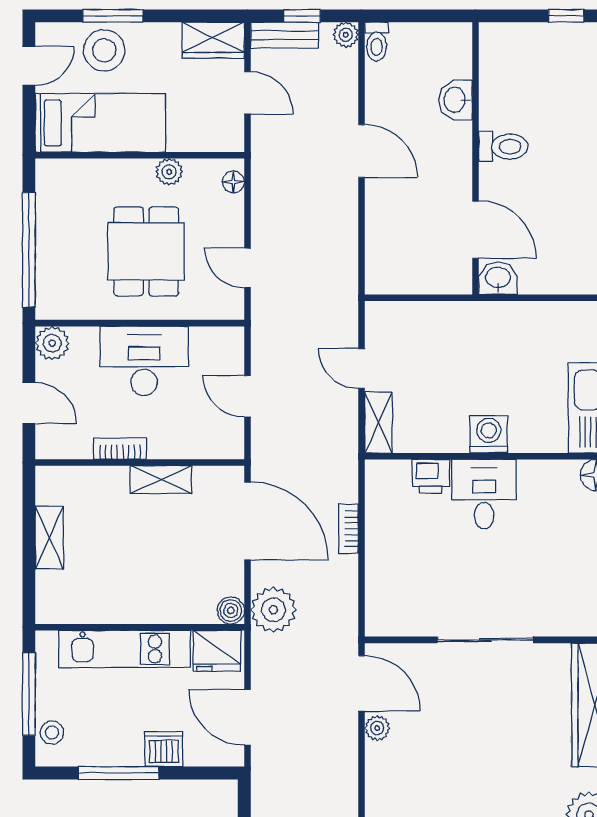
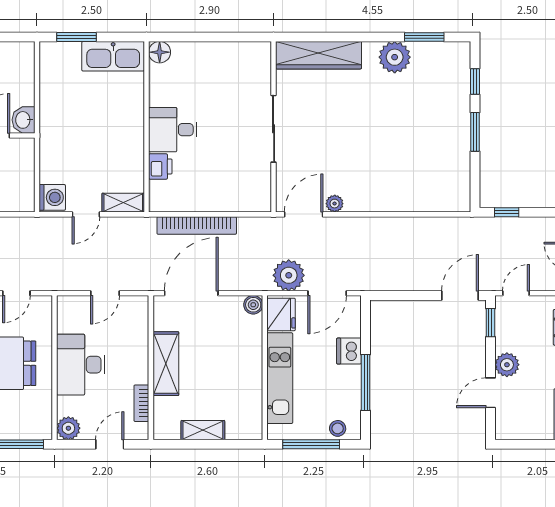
washing machine: (489, 434) -> (52, 197), moved, turned 180
bookcase: (120, 449) -> (141, 403), moved
shelving: (161, 480) -> (166, 364), width x1.50, depth x1.33
bookcase: (348, 529) -> (197, 226), width x2.31, depth x1.31
plant: (273, 610) -> (289, 275), moved

